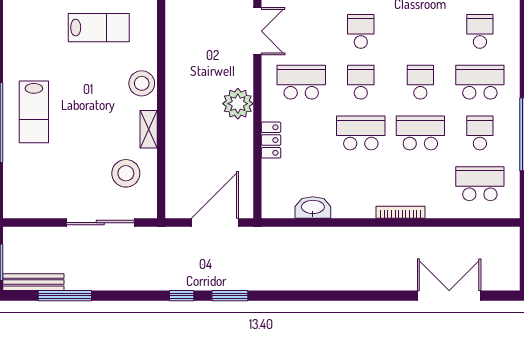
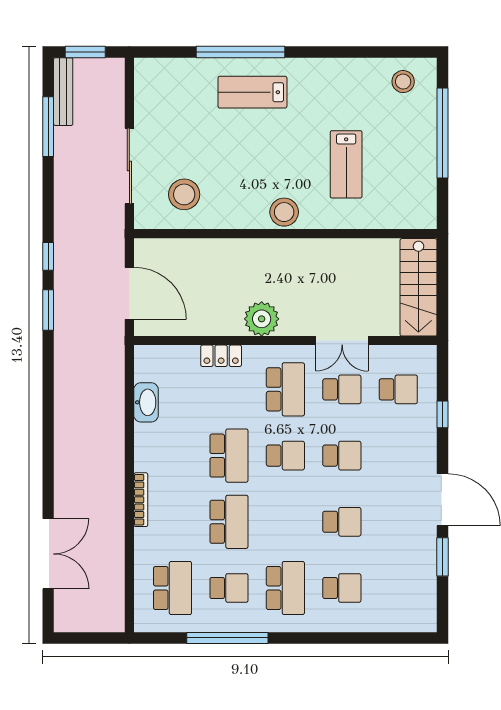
school desk: (301, 31) -> (342, 389), added
school desk: (420, 82) -> (342, 522), moved
shelving: (149, 129) -> (233, 220), removed

